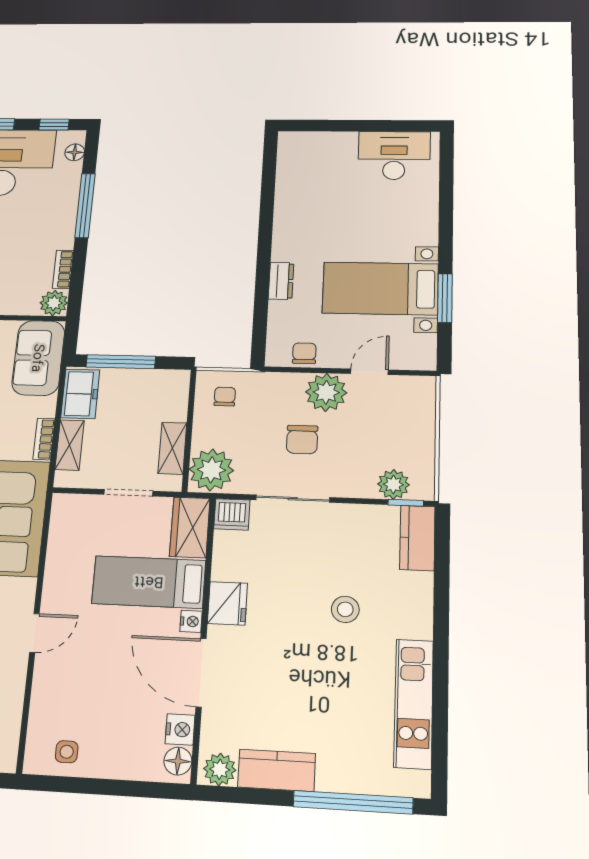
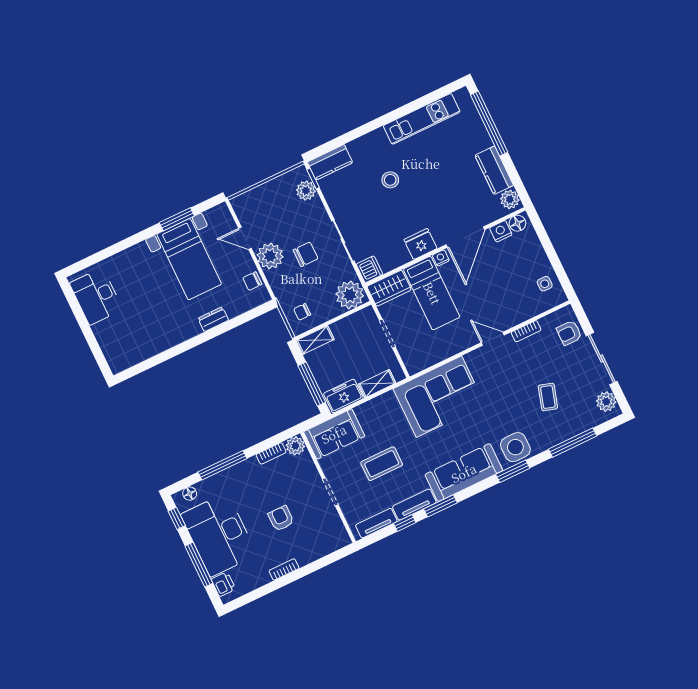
bookcase: (44, 439) -> (526, 331), moved
shelving: (172, 448) -> (315, 340), moved

